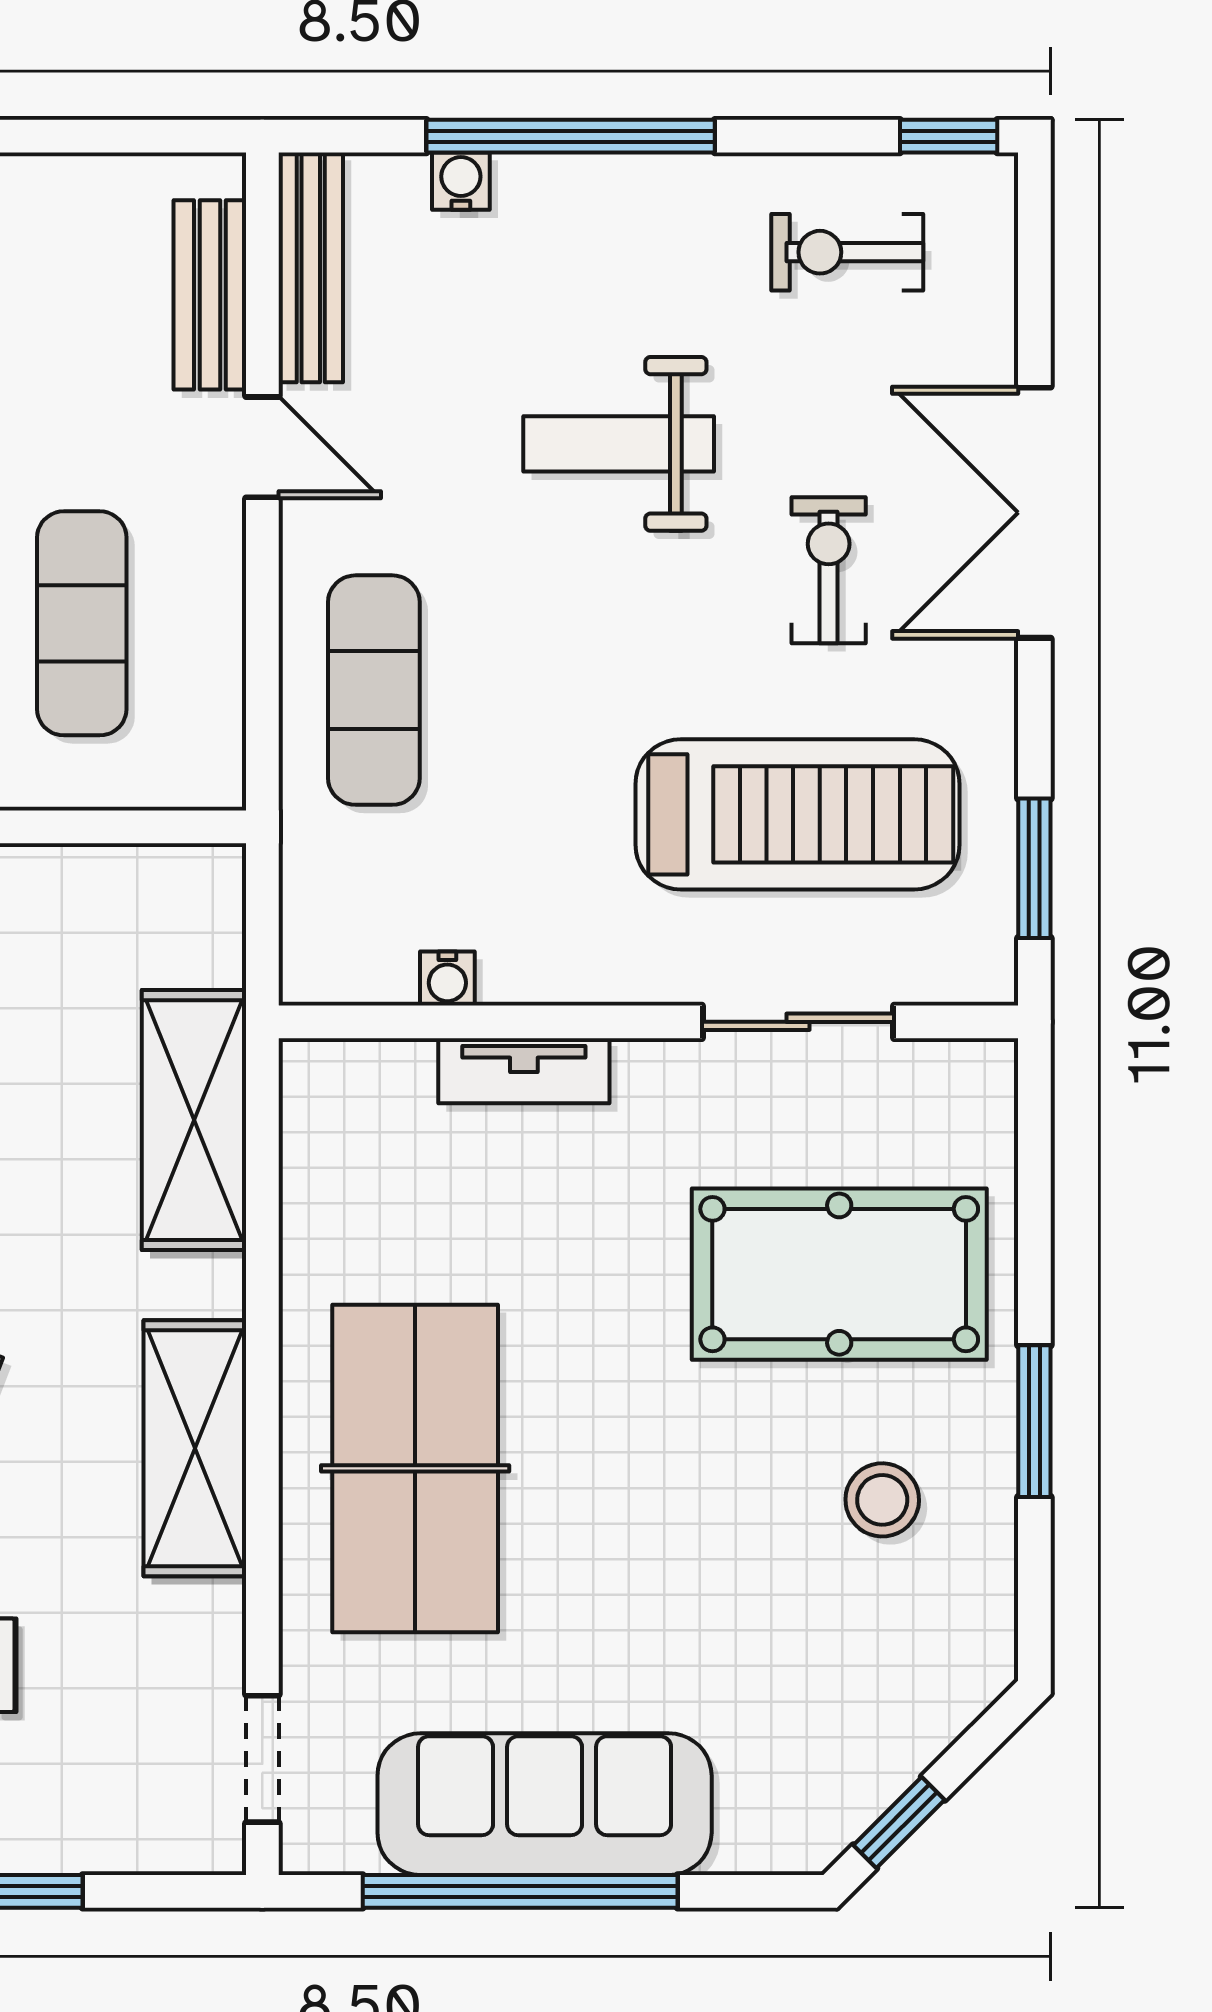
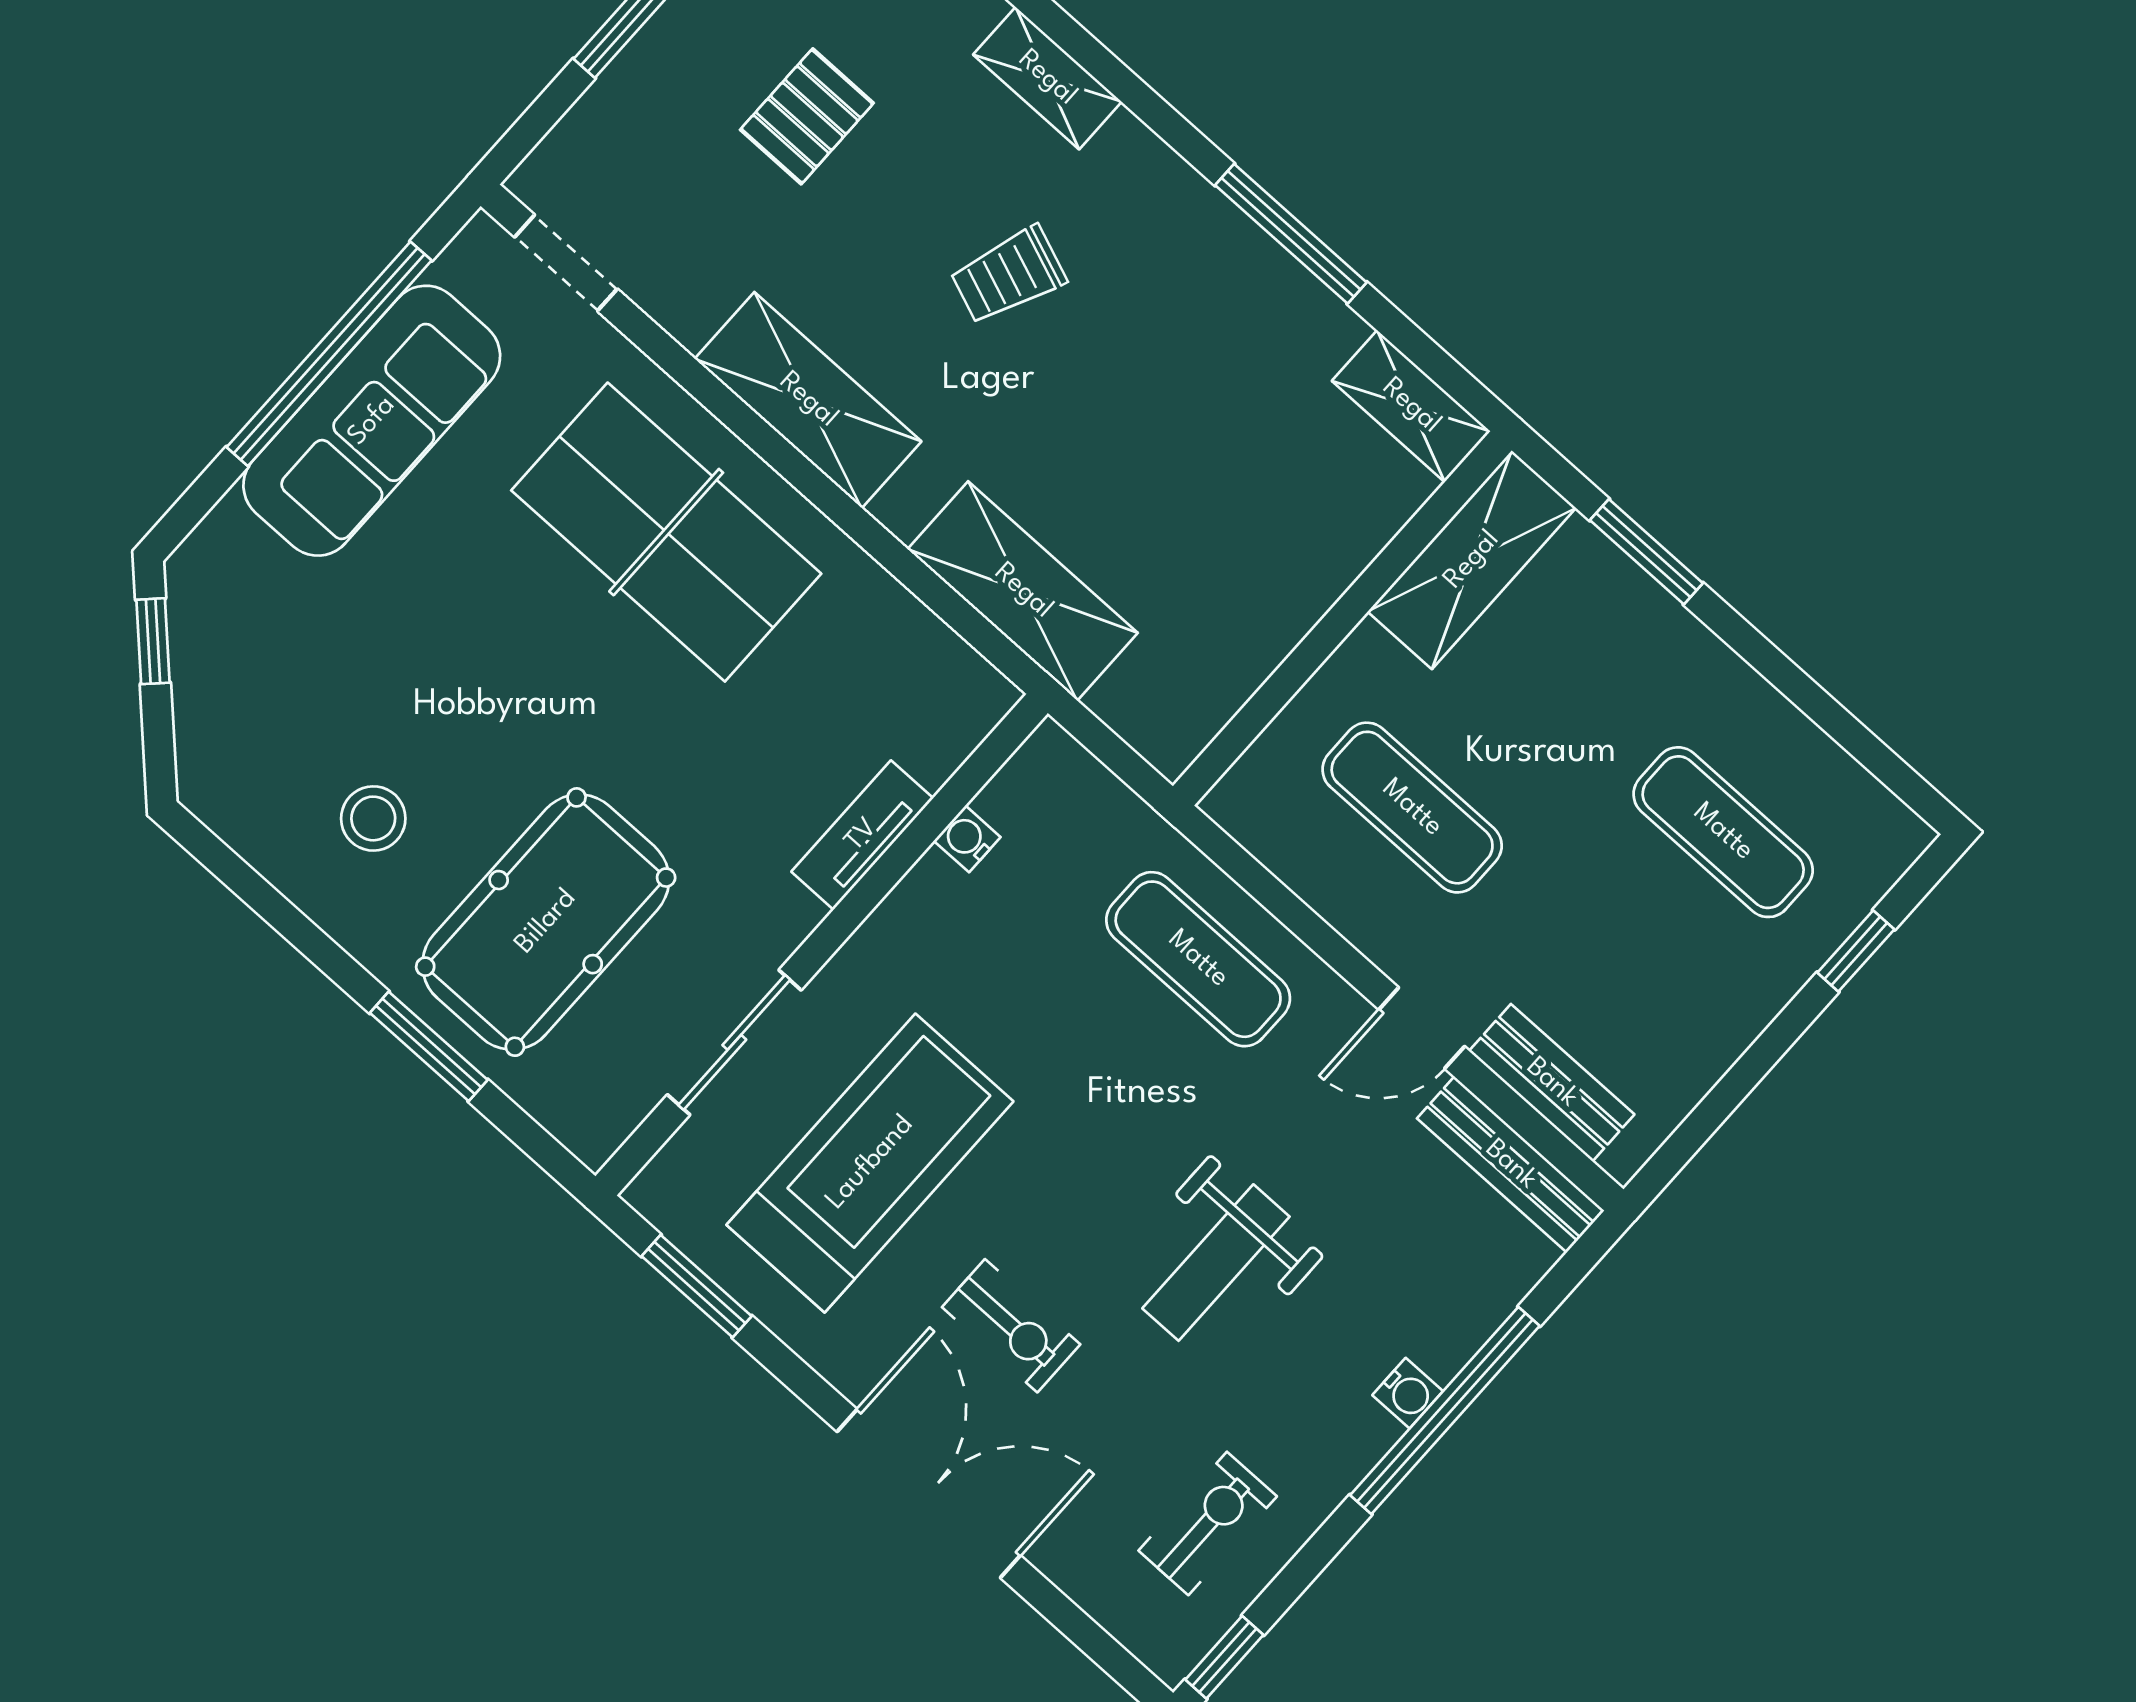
water cooler: (461, 181) -> (1408, 1393), moved
weight bench: (619, 444) -> (1216, 1263), turned 180
treadmill: (798, 814) -> (870, 1163), turned 180
window: (1034, 1421) -> (429, 1046), moved

